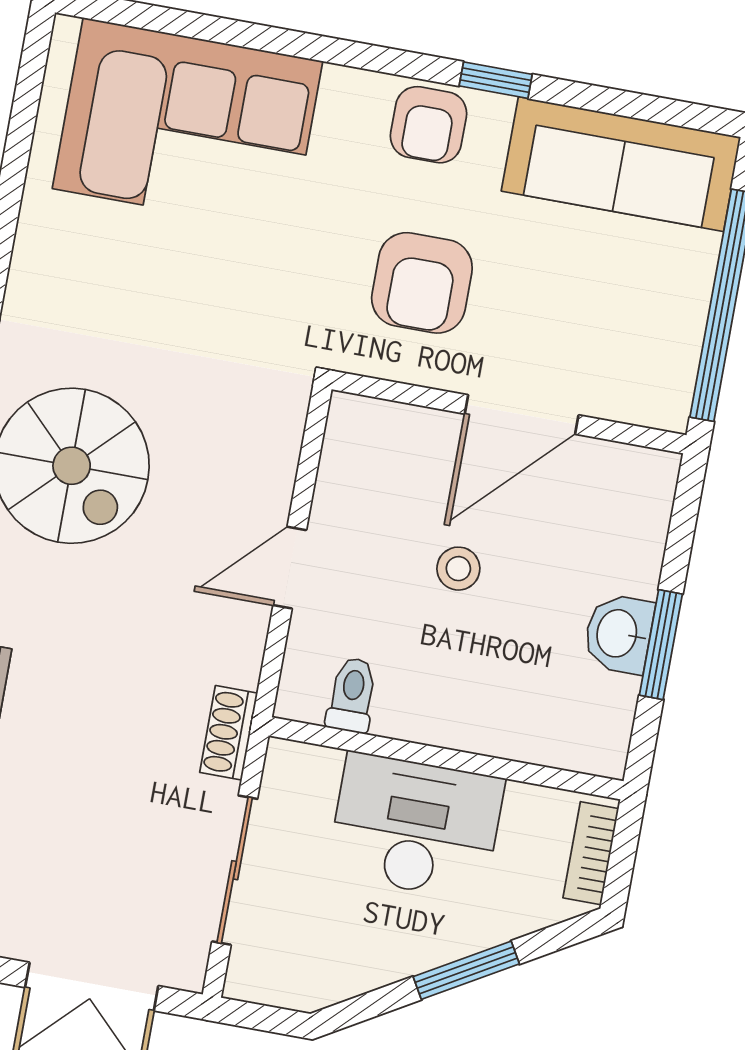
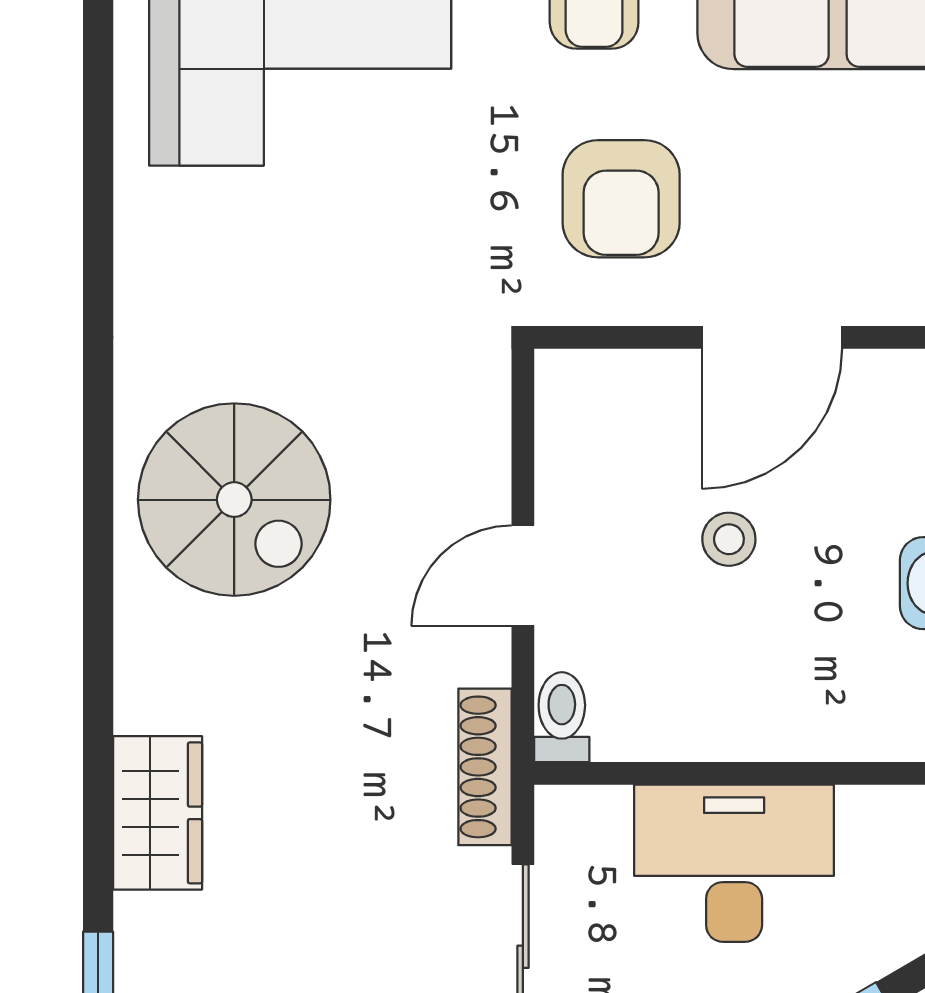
toilet: (352, 695) -> (562, 717), moved
shoe rack: (229, 733) -> (485, 767), width x1.43

